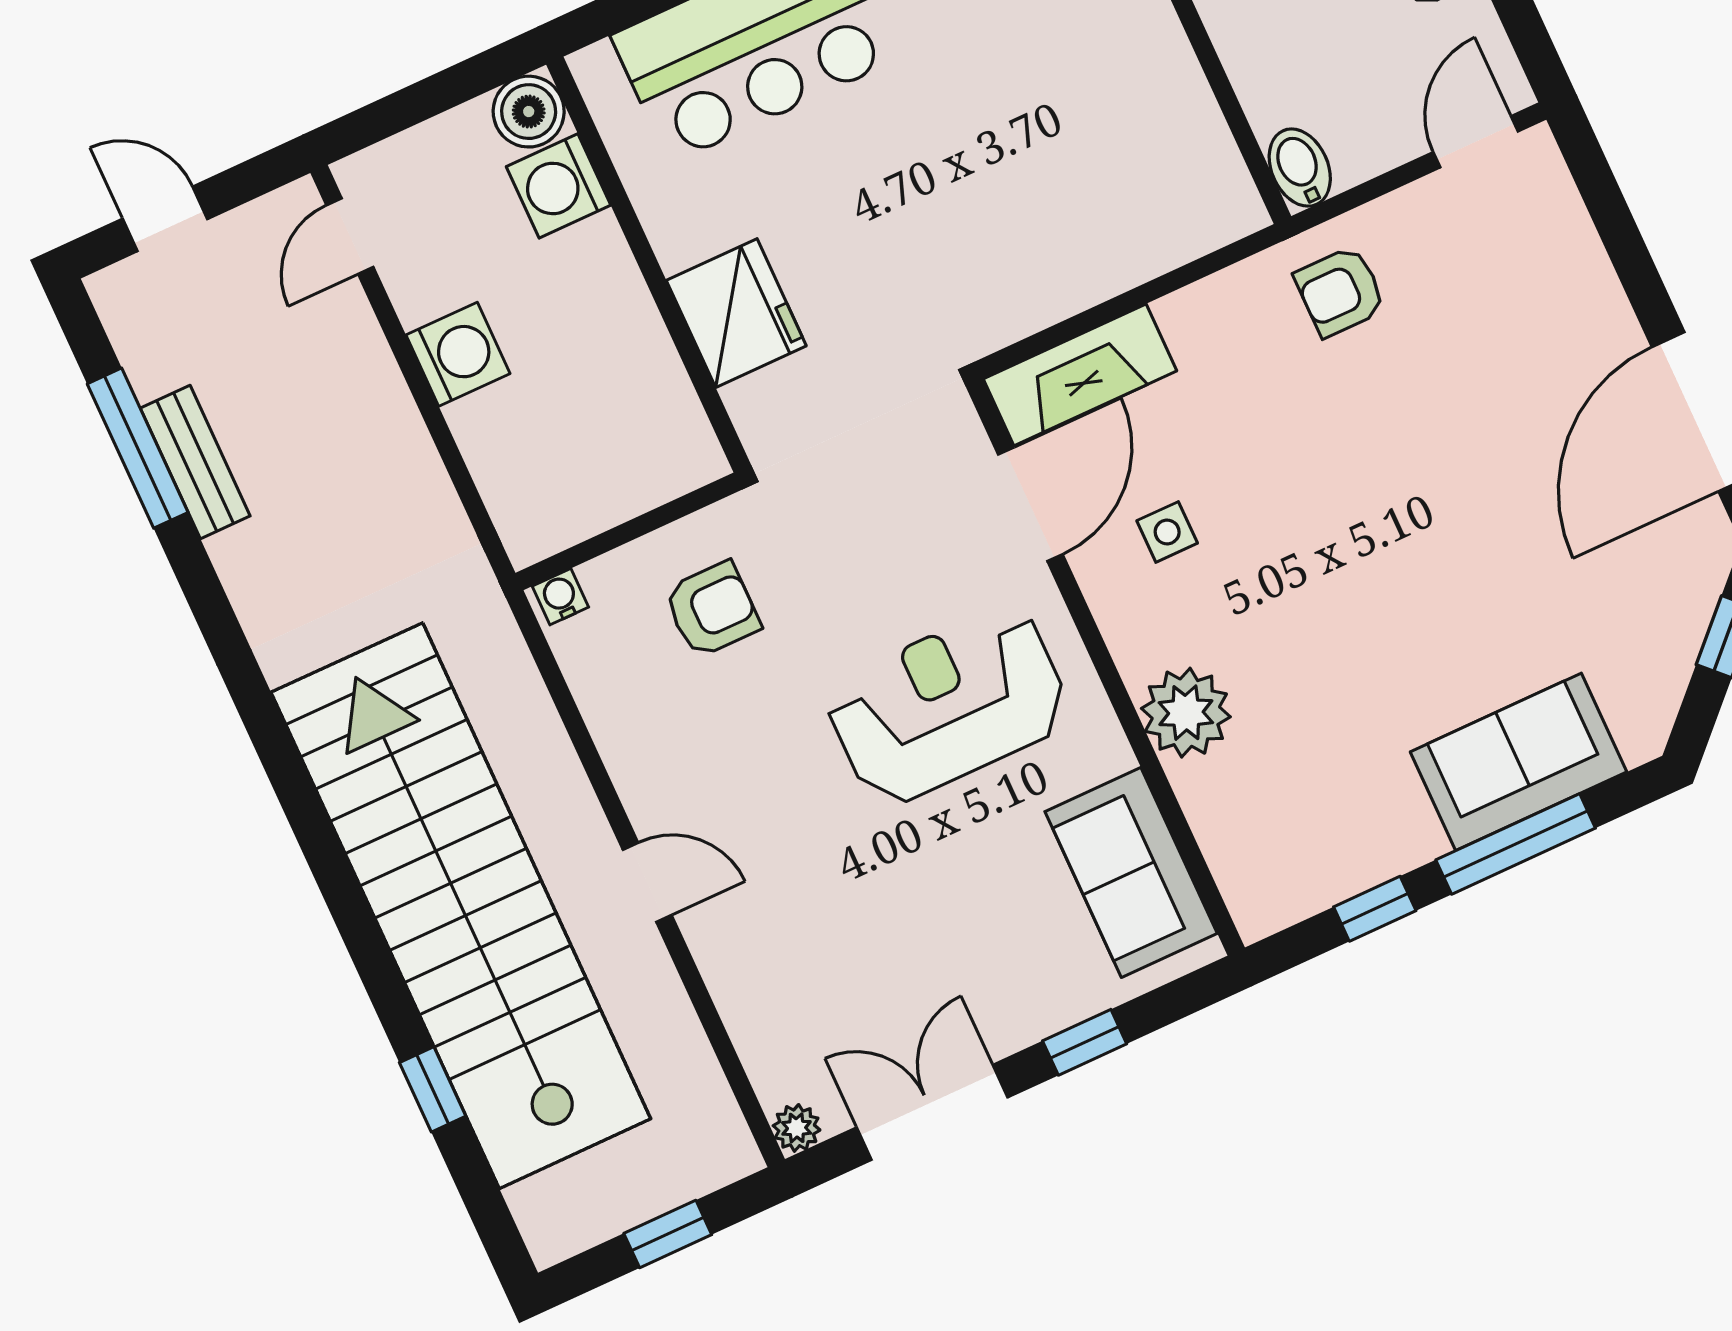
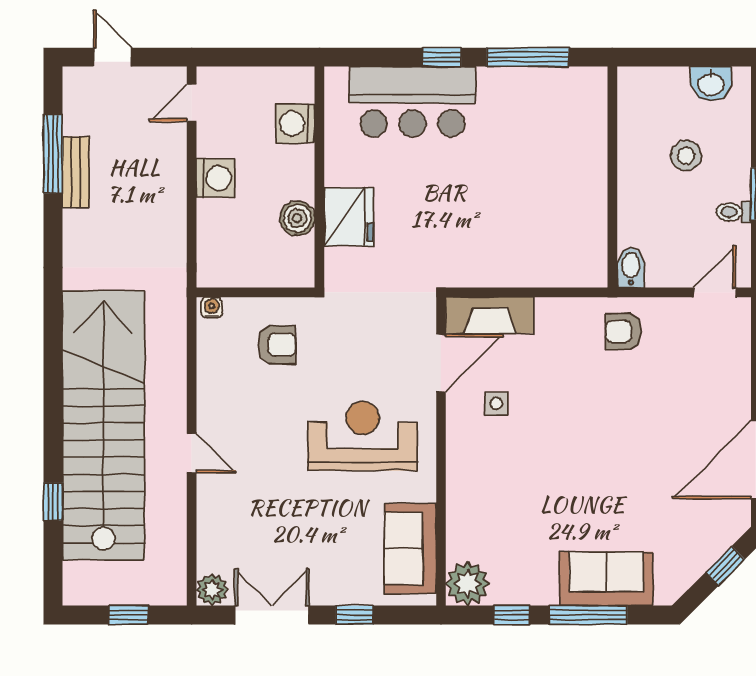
boiler: (529, 112) -> (297, 218), moved
plant: (1186, 713) -> (468, 584), moved
plant: (797, 1128) -> (212, 590), width x1.38, depth x1.38

